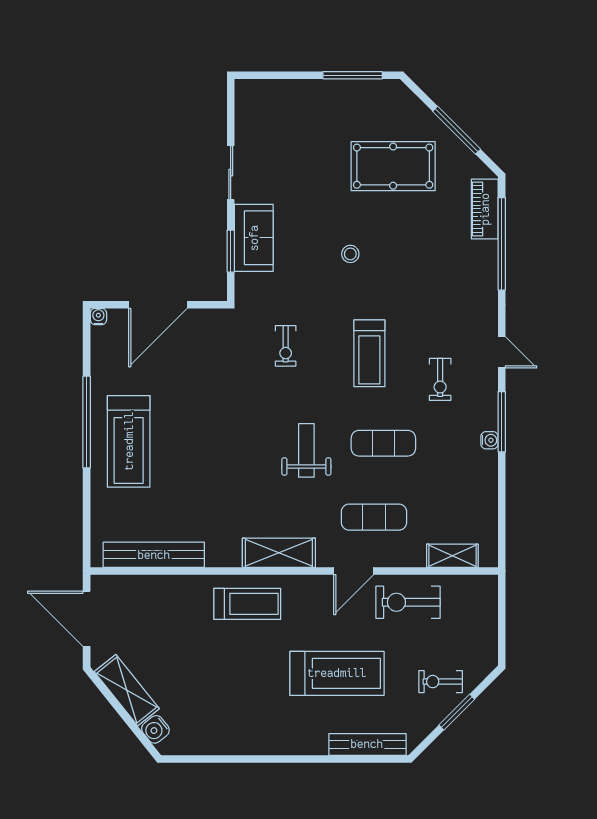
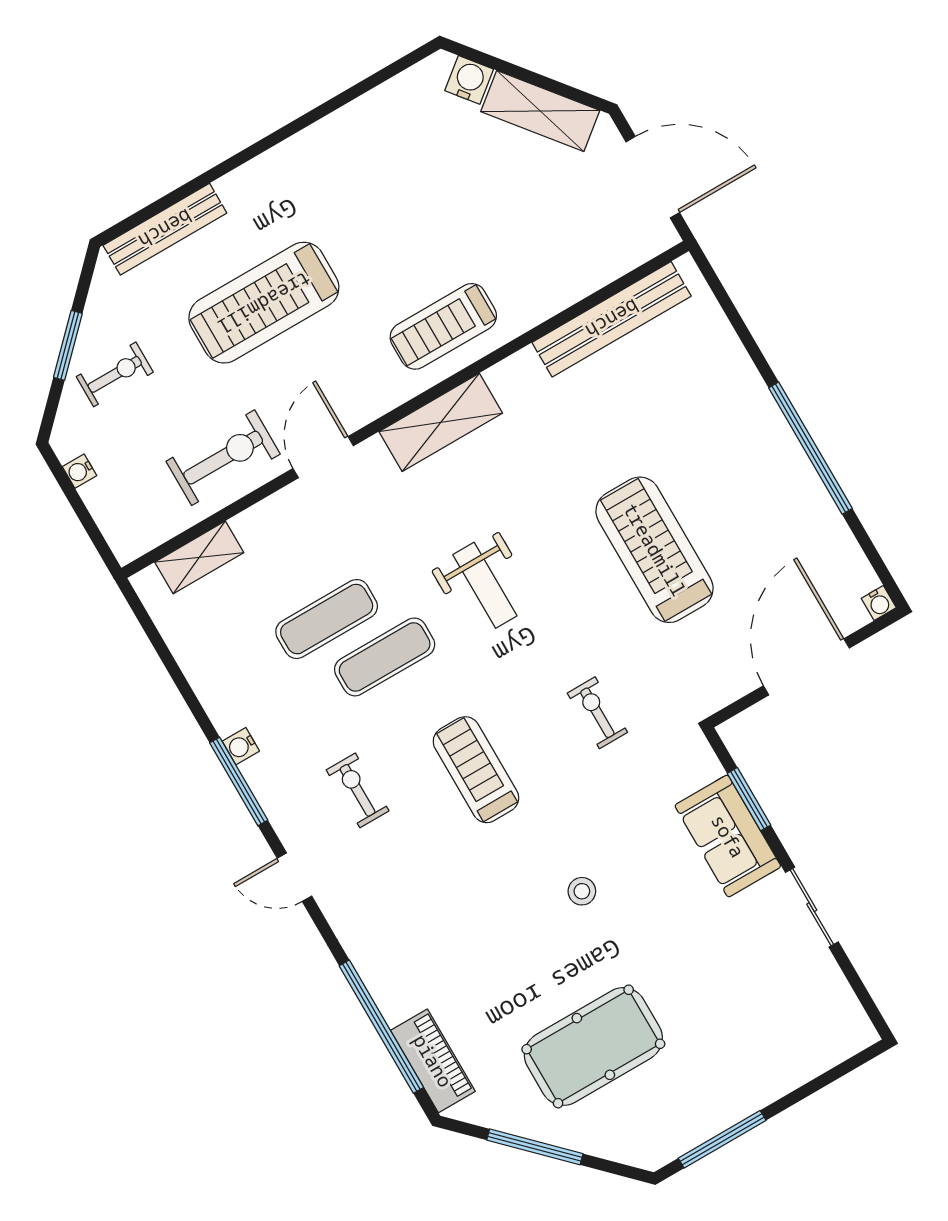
treadmill: (129, 441) -> (655, 550), moved
exercise mat: (374, 517) -> (327, 619), moved
water cooler: (490, 640) -> (79, 471), added

